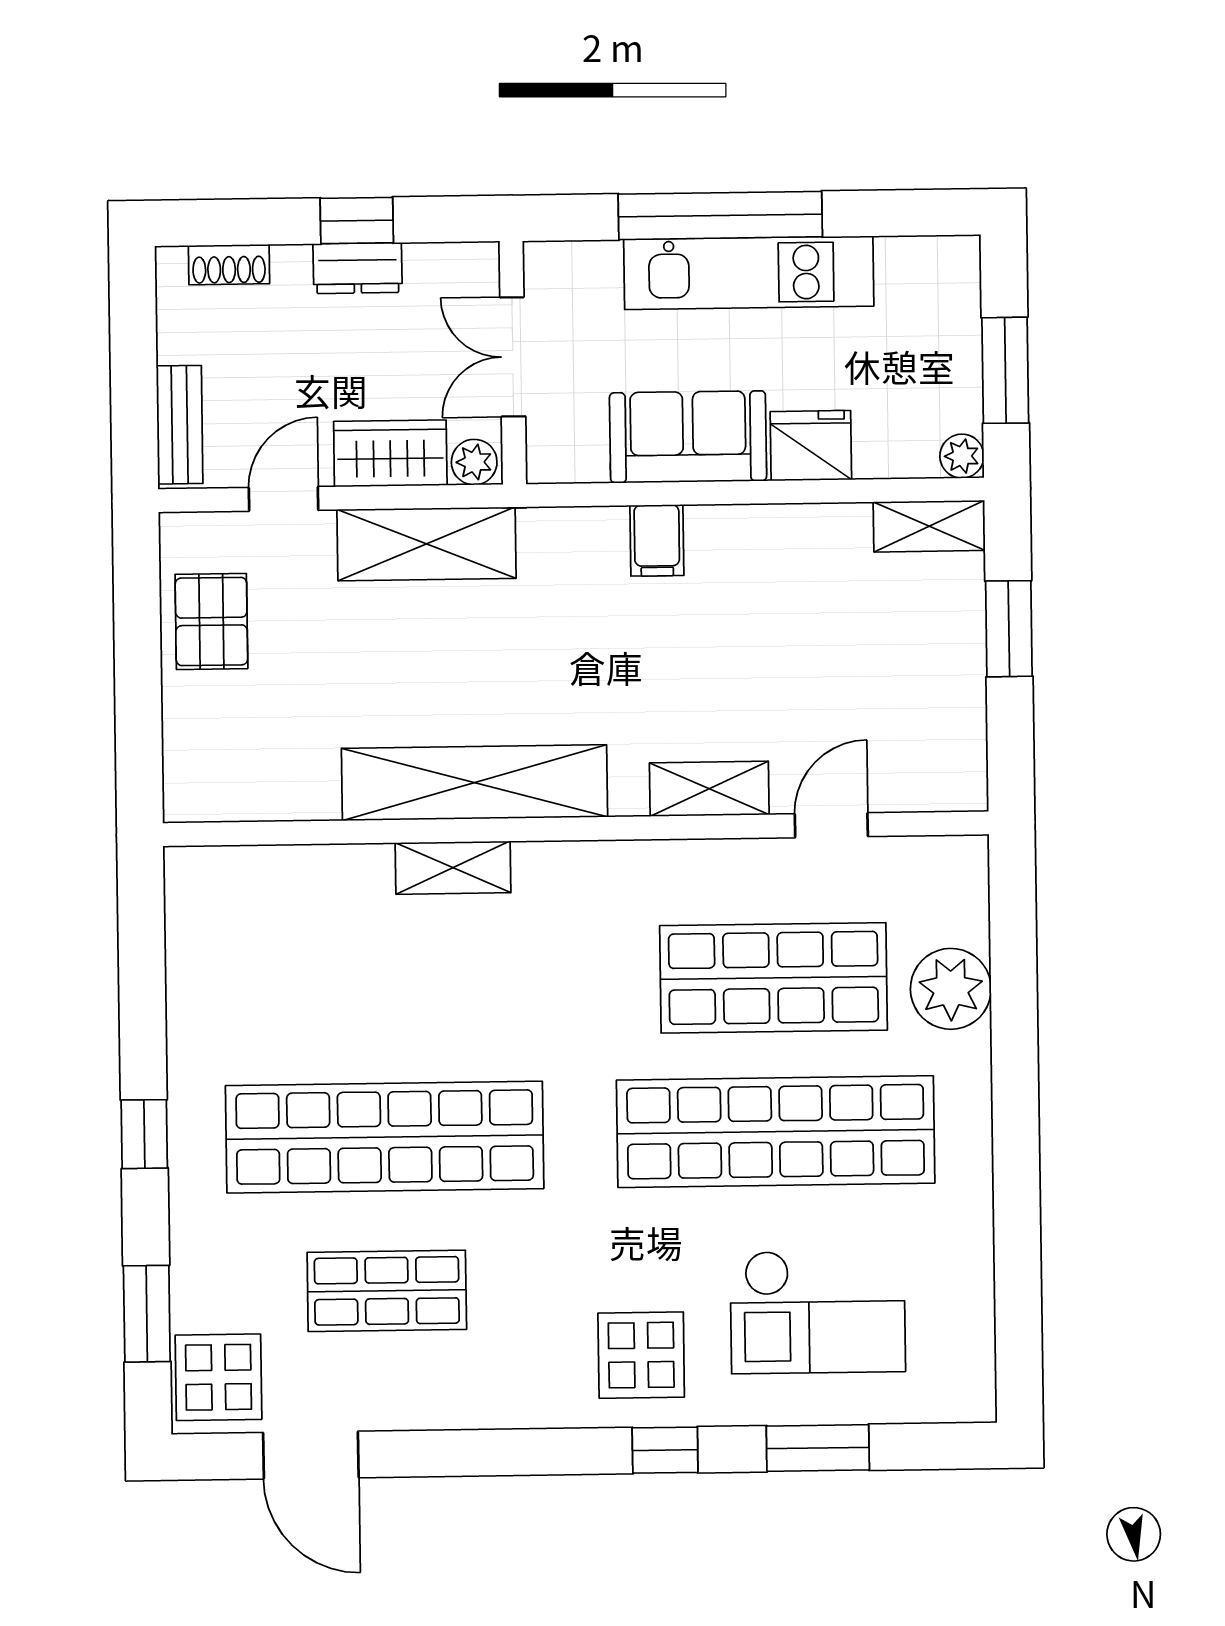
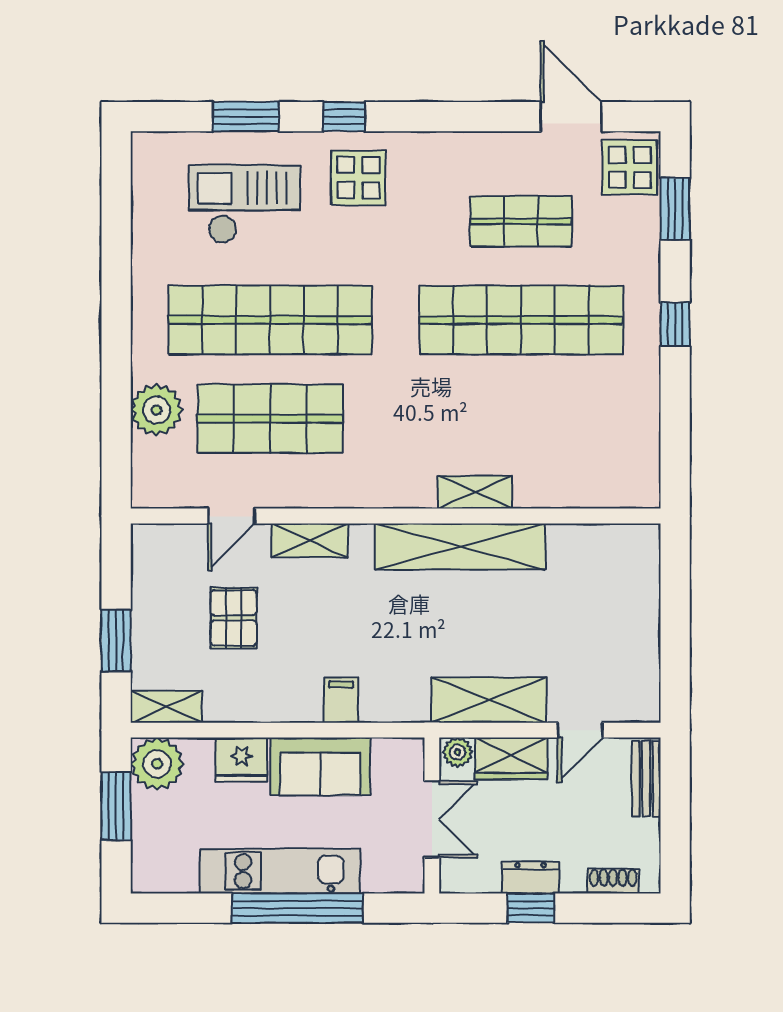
plant: (962, 456) -> (157, 764), width x1.88, depth x1.88
pallet: (211, 621) -> (234, 618), moved

